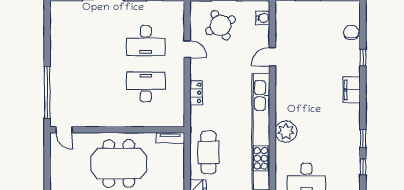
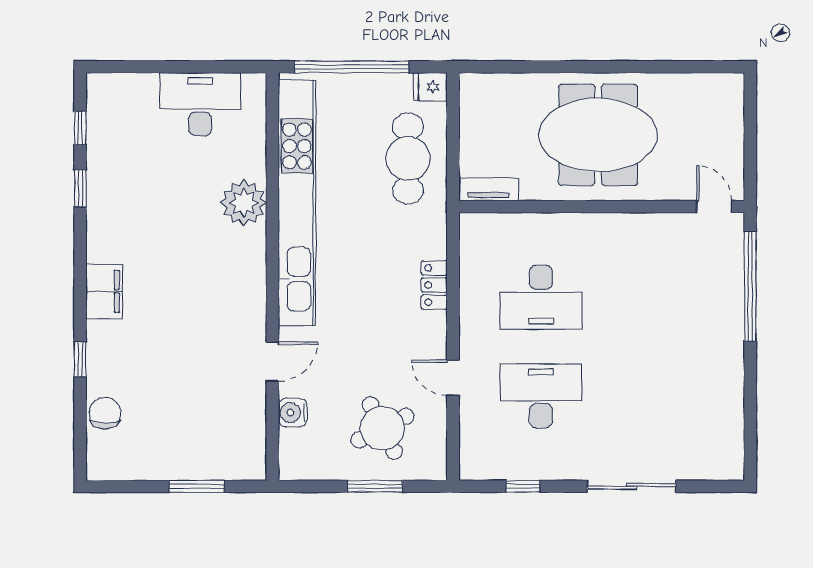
water cooler: (263, 18) -> (293, 413), moved
chair: (351, 32) -> (105, 413), turned 180

